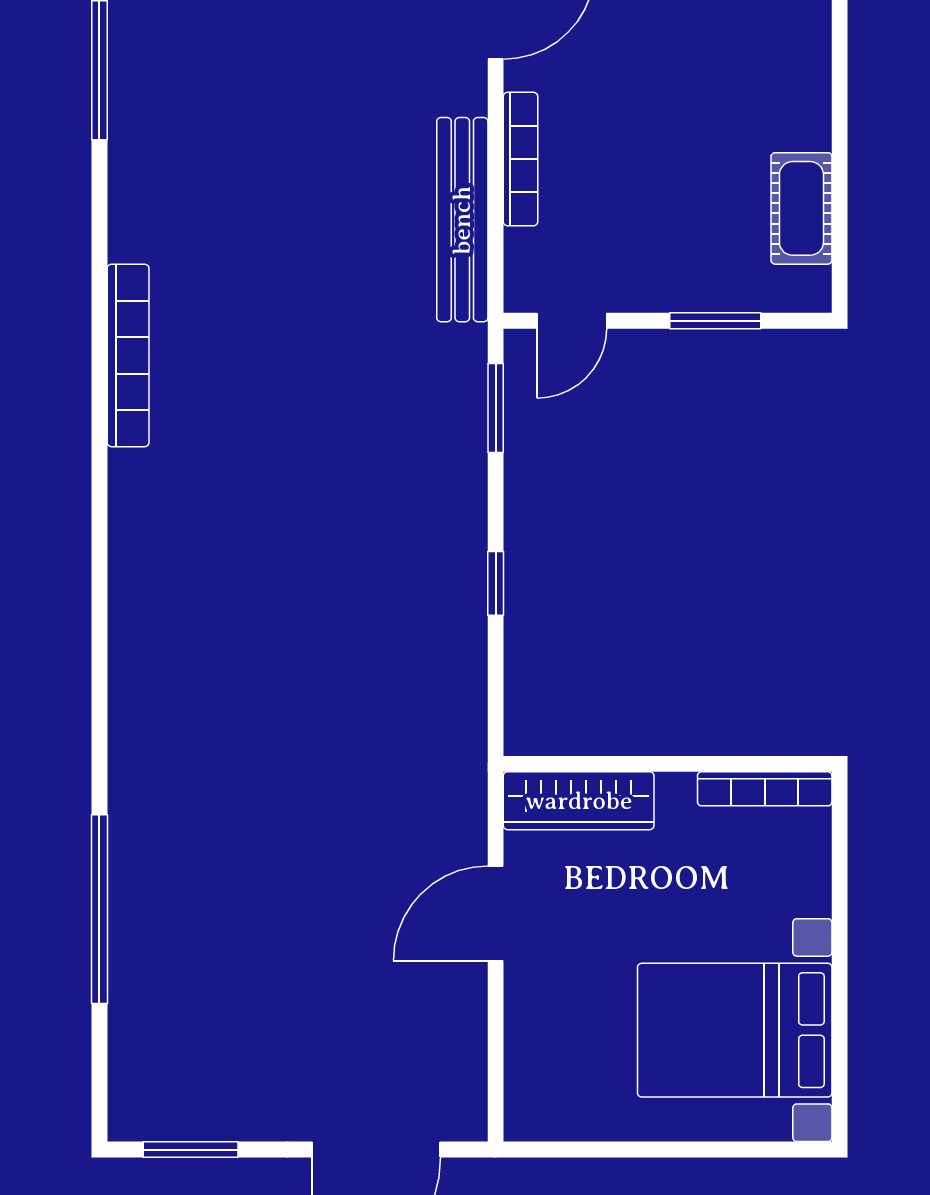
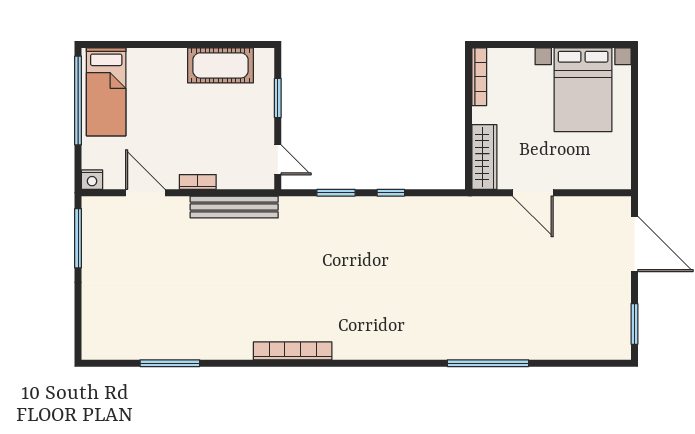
bookcase: (521, 159) -> (198, 182), width x0.64
cot: (801, 208) -> (220, 65), width x1.37, depth x1.34
window: (496, 408) -> (336, 193), moved
window: (99, 909) -> (488, 363), moved

